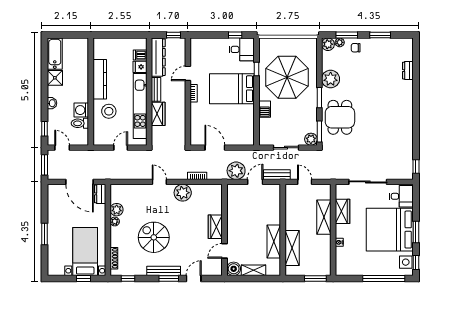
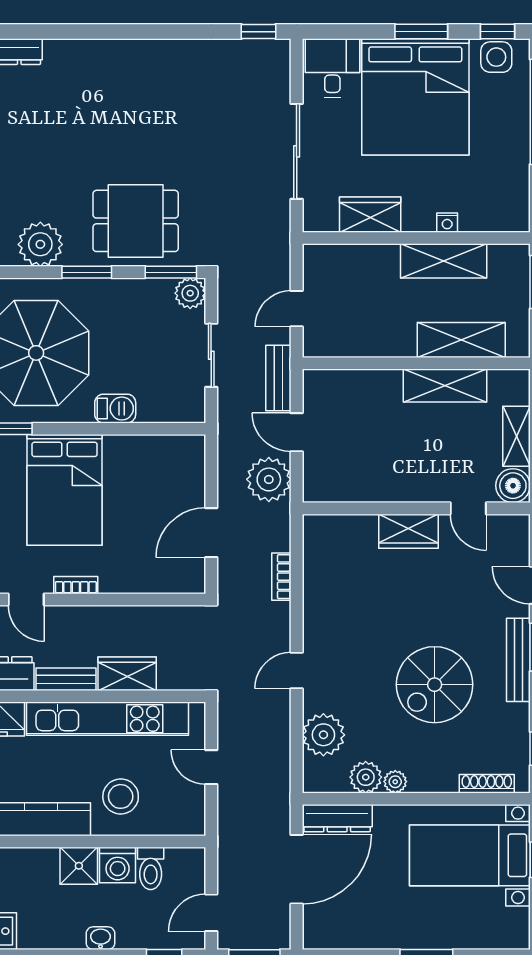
shower: (55, 78) -> (79, 866), moved
plant: (183, 193) -> (323, 735), moved
dresser: (100, 194) -> (337, 818), width x1.44
shelving: (324, 217) -> (444, 261), moved

